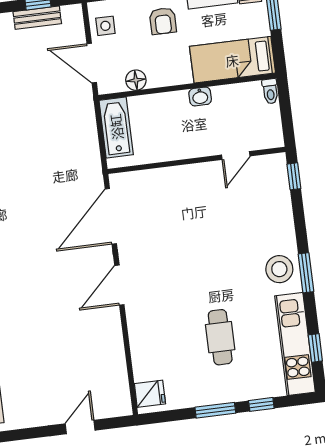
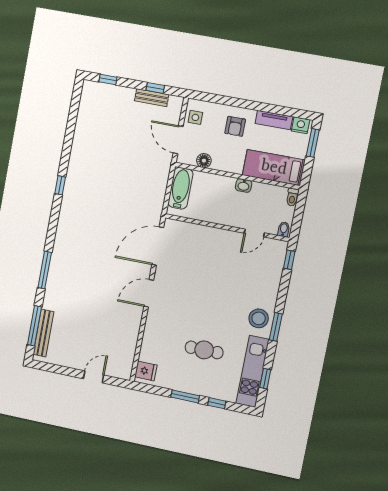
bidet: (273, 138) -> (284, 229), added
cafe table: (220, 337) -> (204, 350), turned 90

